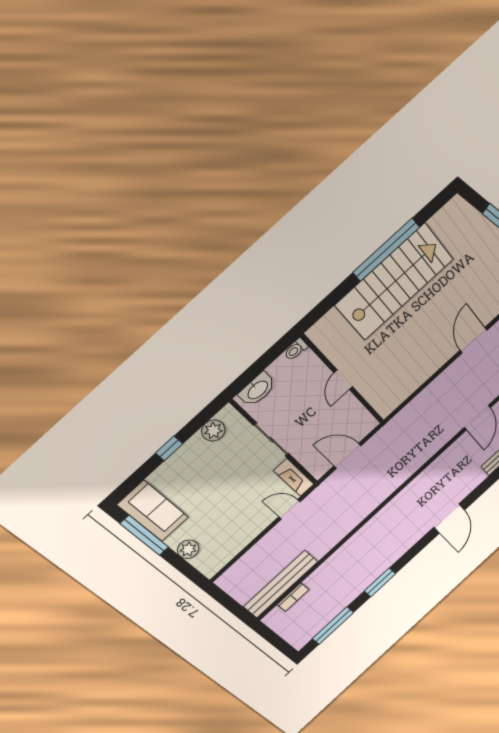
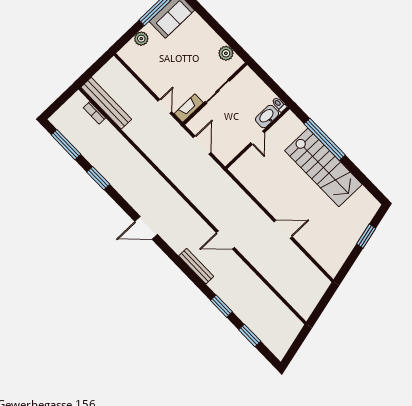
window: (386, 250) -> (325, 139), moved
door: (343, 380) -> (257, 138), swing flipped
washbasin: (257, 390) -> (267, 117), moved, turned 90
window: (169, 448) -> (215, 26), removed

